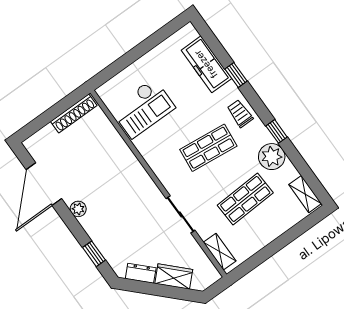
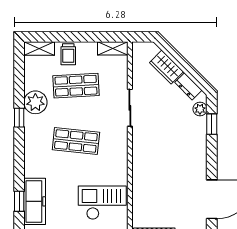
window: (236, 75) -> (19, 201), moved
trolley: (240, 113) -> (68, 54), moved
shelving: (305, 194) -> (39, 48), moved, turned 90
plant: (78, 209) -> (200, 109), moved
shelving: (220, 252) -> (113, 48), moved, turned 90

